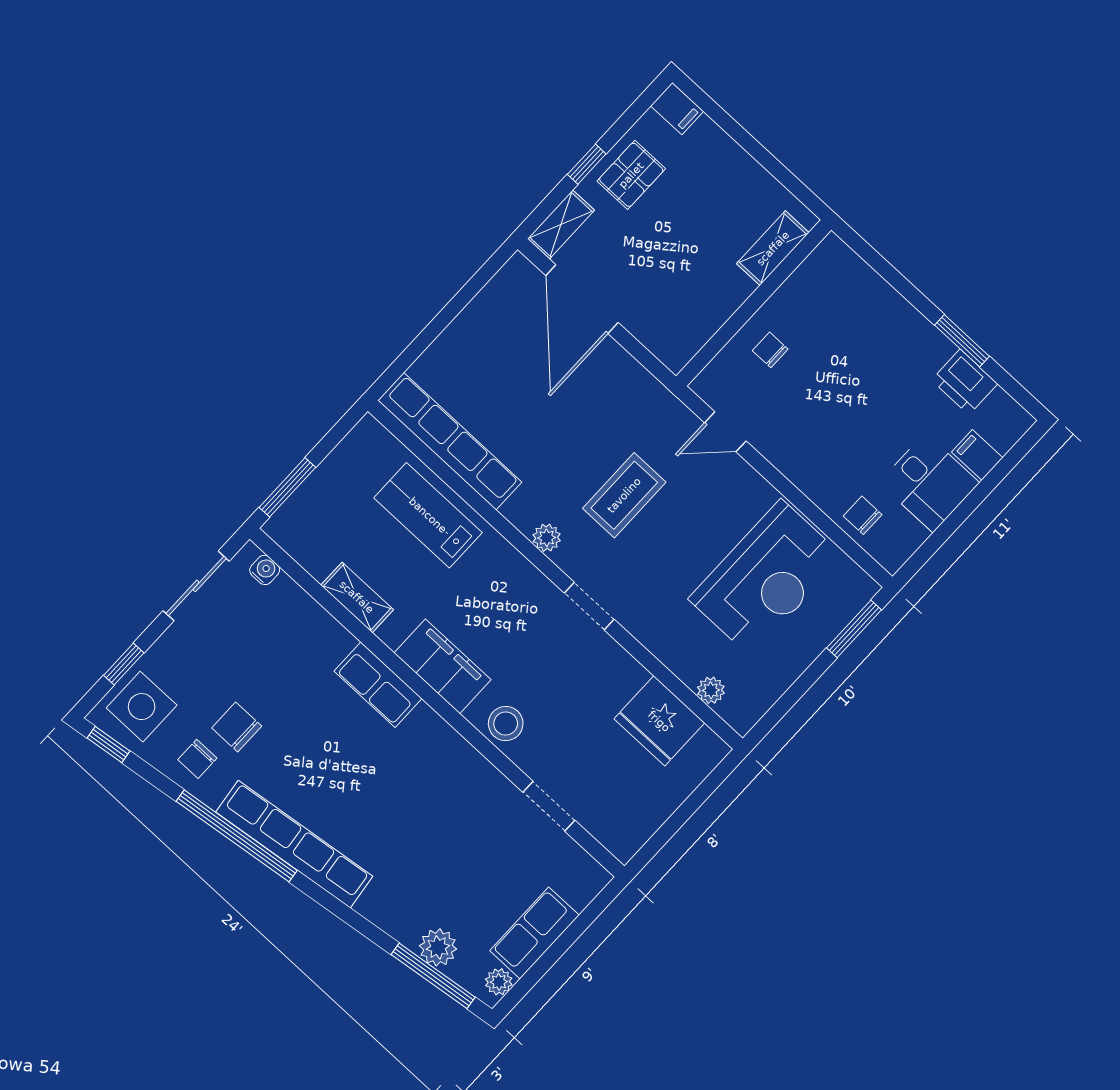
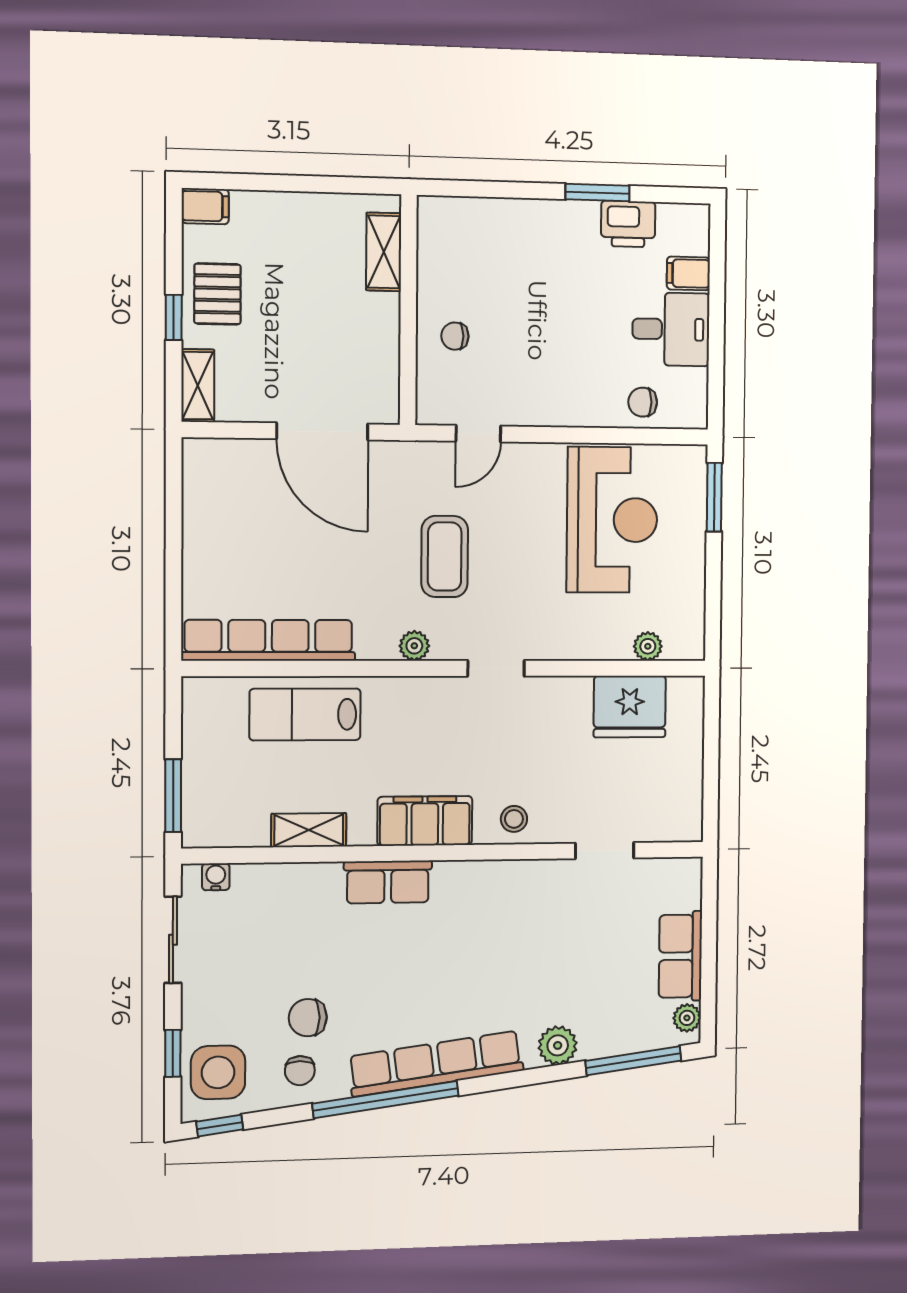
door: (582, 299) -> (322, 431), moved
stool: (506, 724) -> (514, 819), width x0.73, depth x0.73
plant: (438, 947) -> (558, 1045), moved

